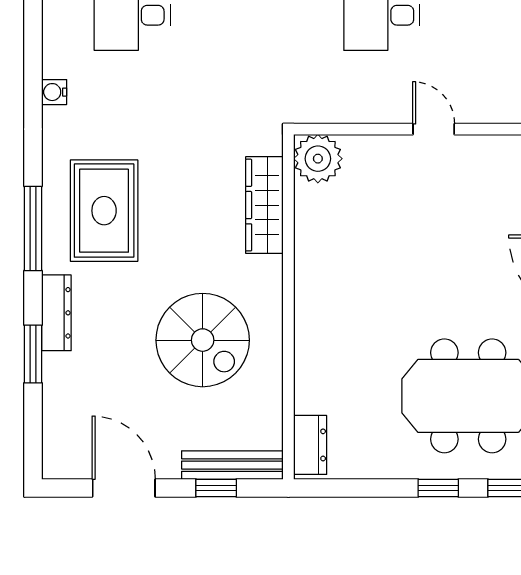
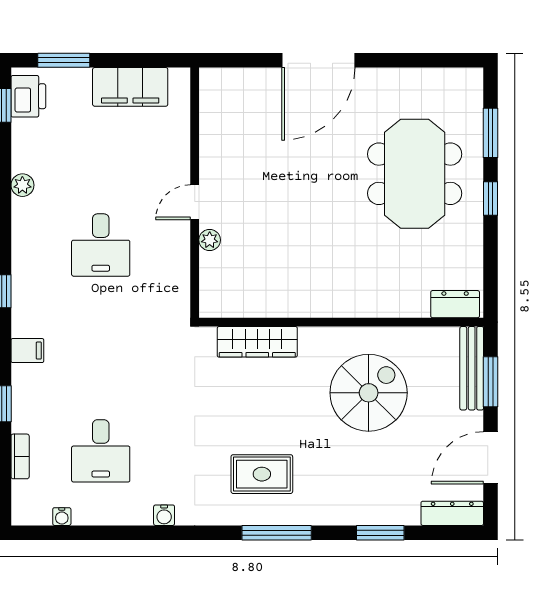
plant: (318, 159) -> (210, 240), moved, width x0.53, depth x0.53
rug: (104, 211) -> (262, 474), width x0.73, depth x0.70
dresser: (56, 313) -> (452, 513), moved
window: (216, 488) -> (491, 382), width x1.50

